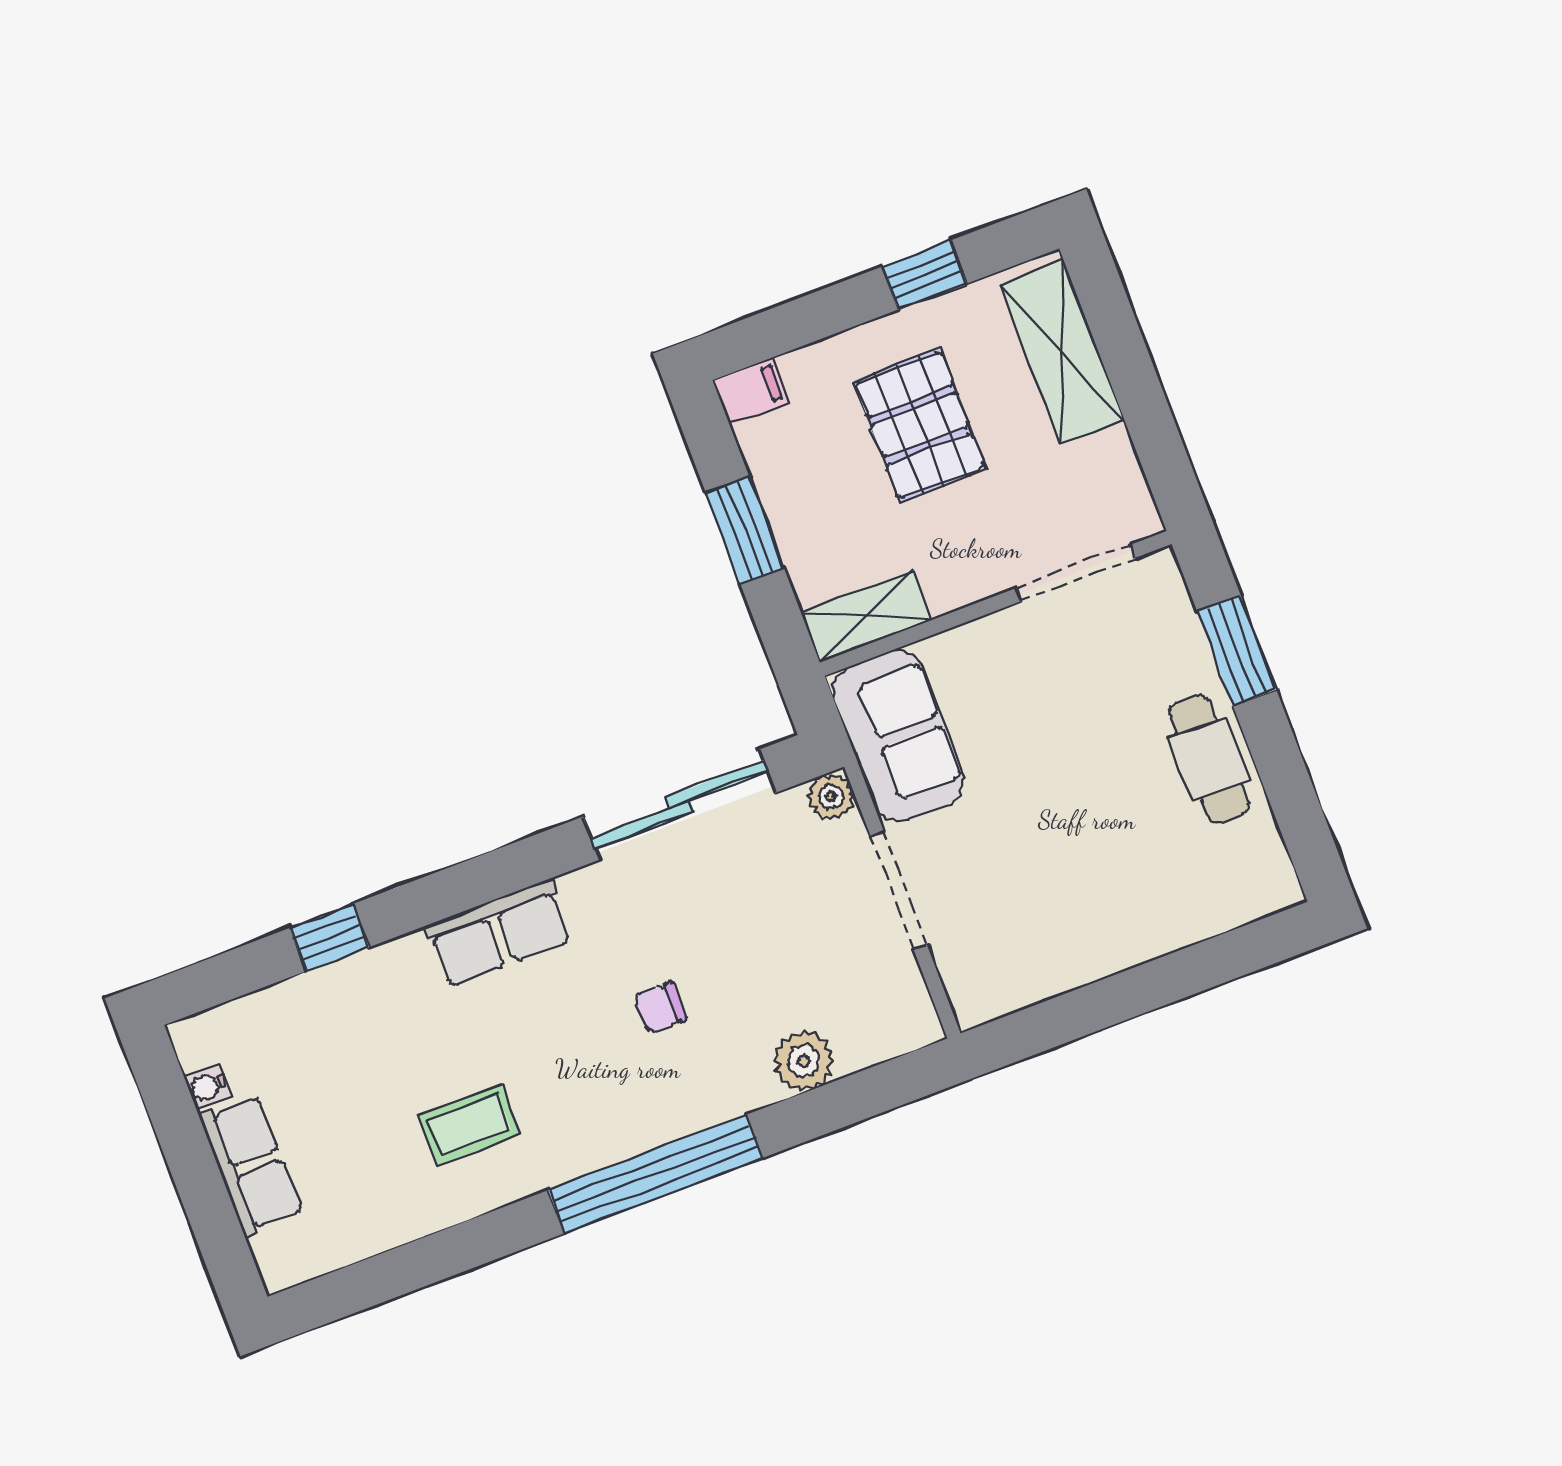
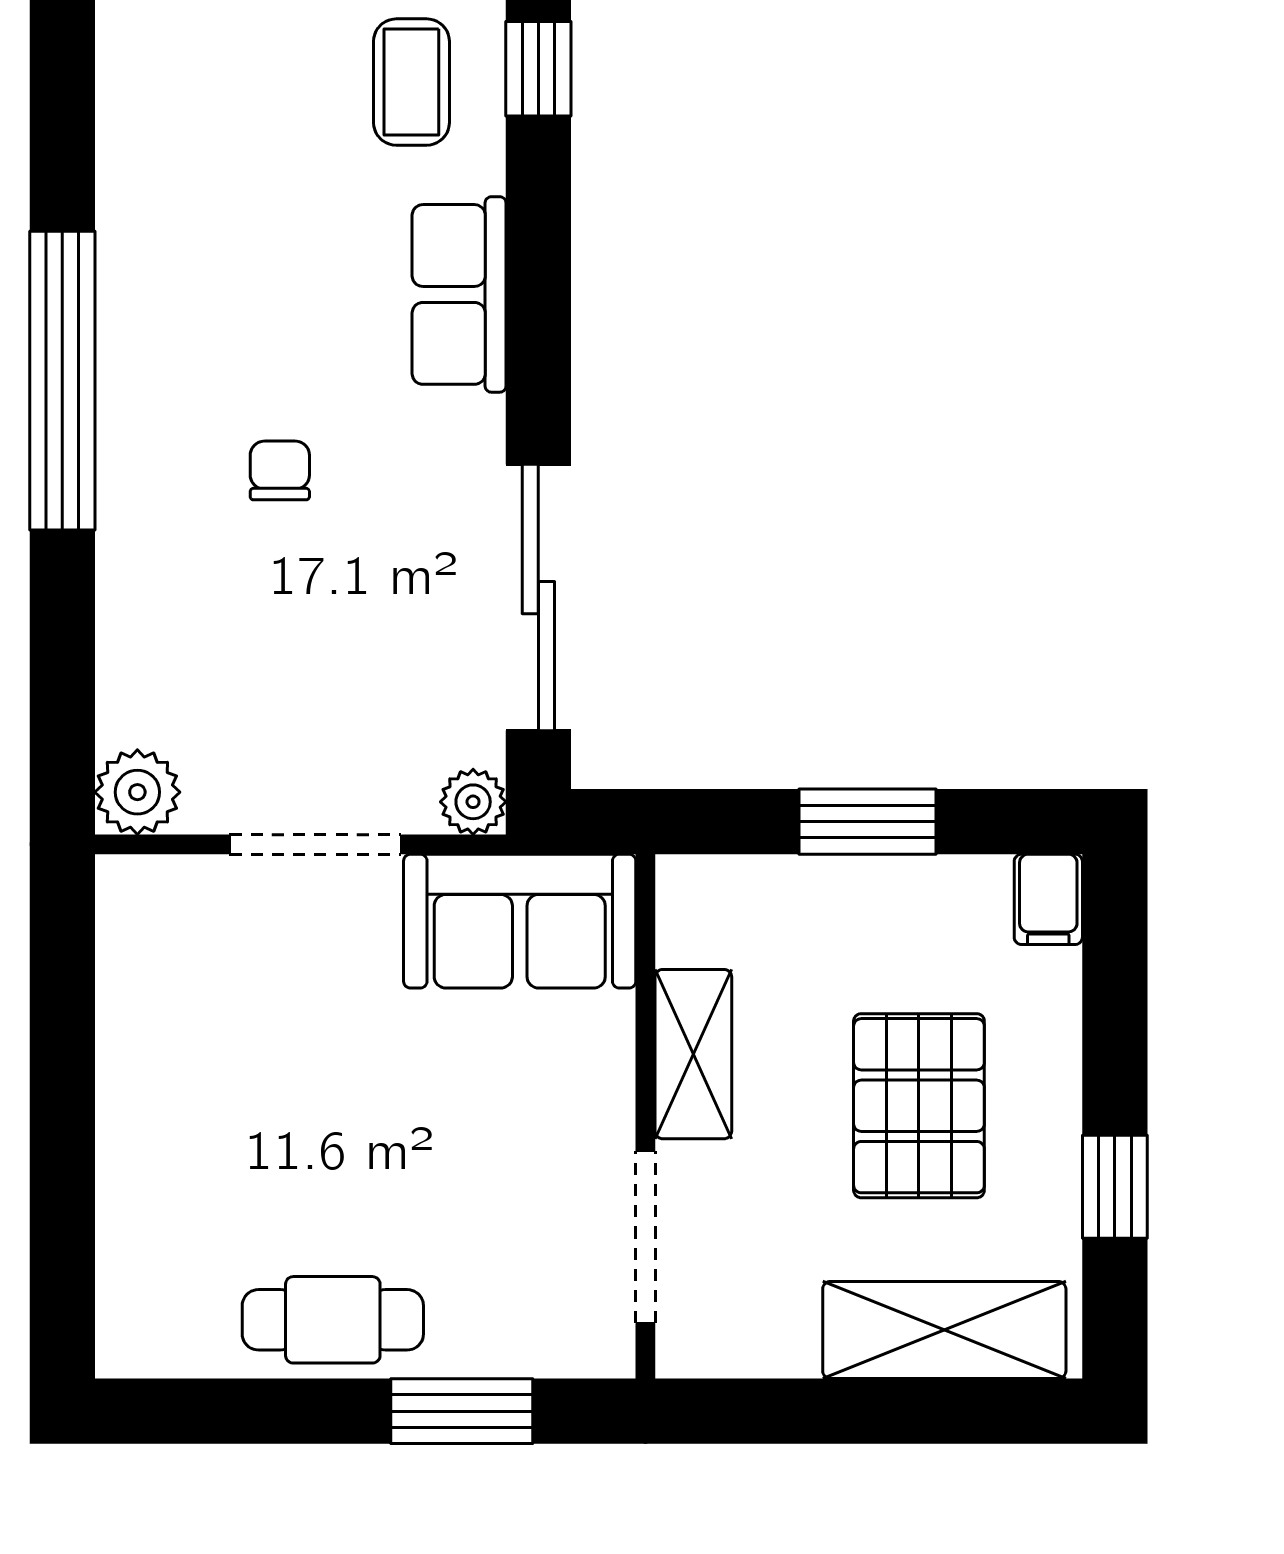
pallet: (920, 425) -> (919, 1106), turned 90
shelving: (866, 616) -> (693, 1054), moved
plant: (804, 1061) -> (137, 792), moved
coffee table: (469, 1125) -> (411, 82), moved

